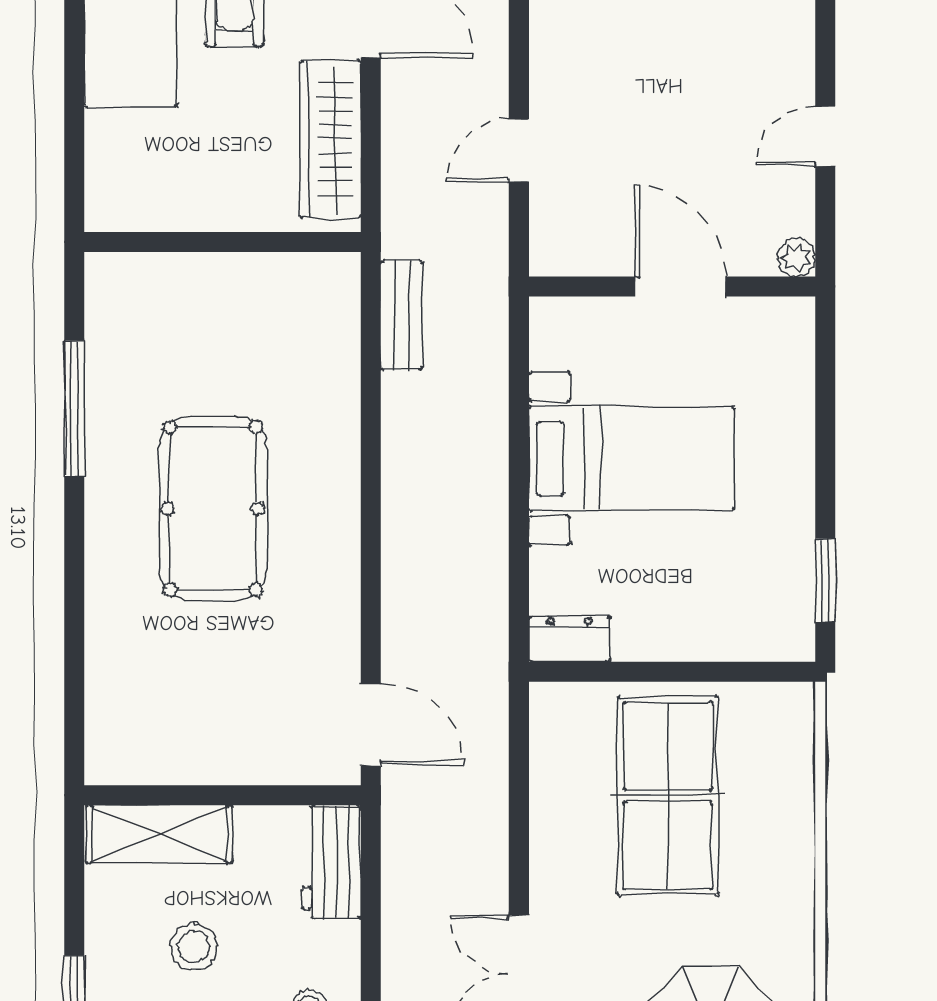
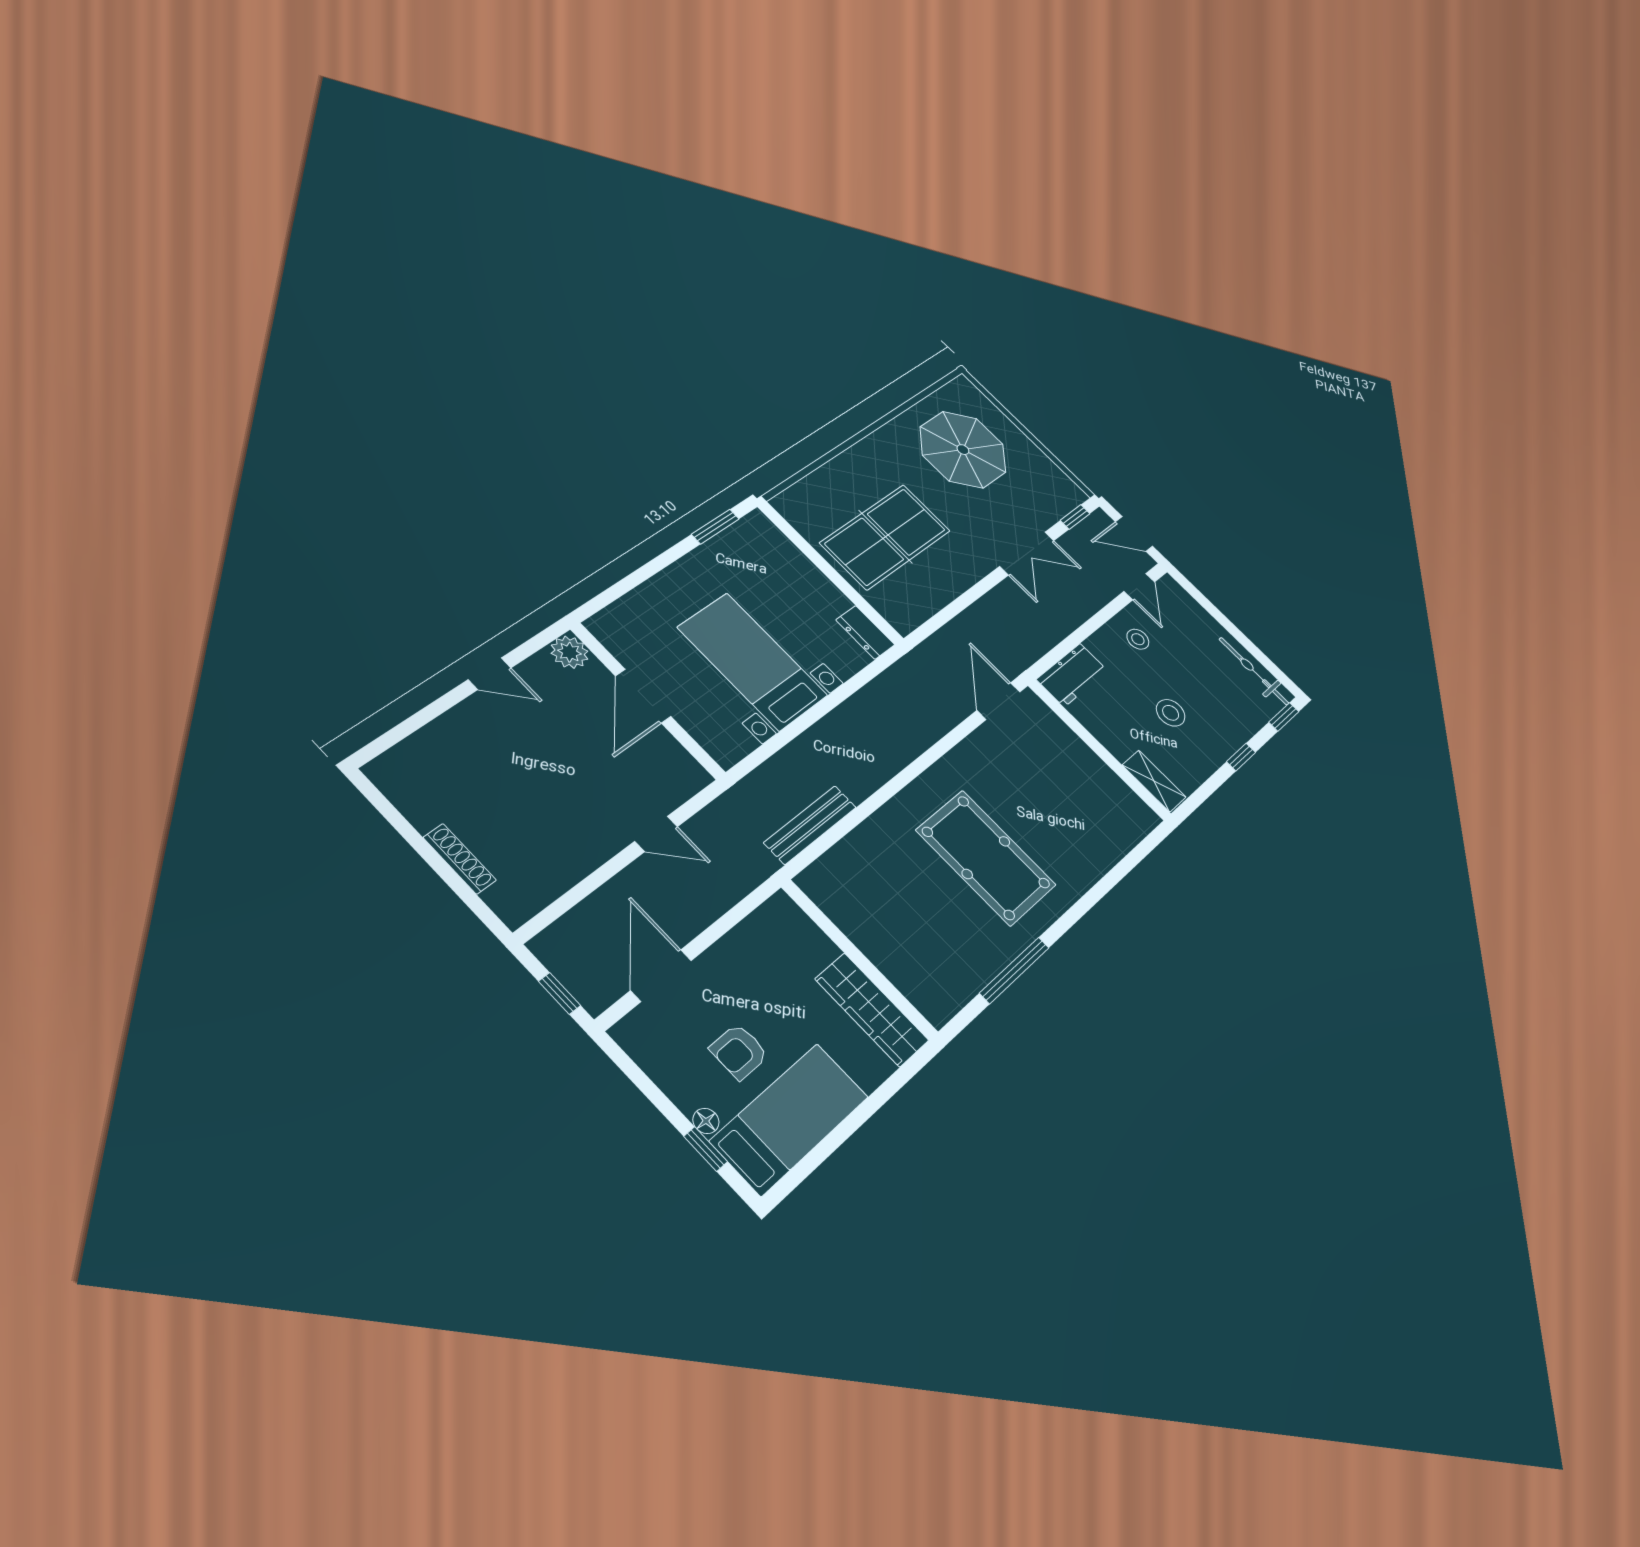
wardrobe: (330, 139) -> (872, 1010), moved, turned 90
plant: (796, 257) -> (570, 652), width x1.38, depth x1.38
bench: (401, 315) -> (810, 825), width x1.36
pool table: (213, 508) -> (986, 858), turned 90
shelving: (159, 834) -> (1154, 781), width x0.67, depth x0.75

